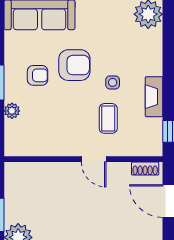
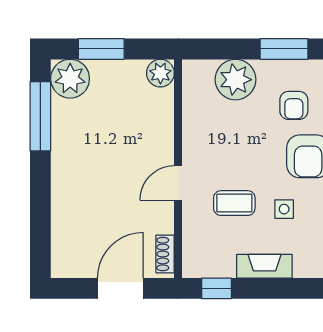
plant: (12, 111) -> (235, 80), width x1.88, depth x1.88
plant: (14, 172) -> (160, 73), added

